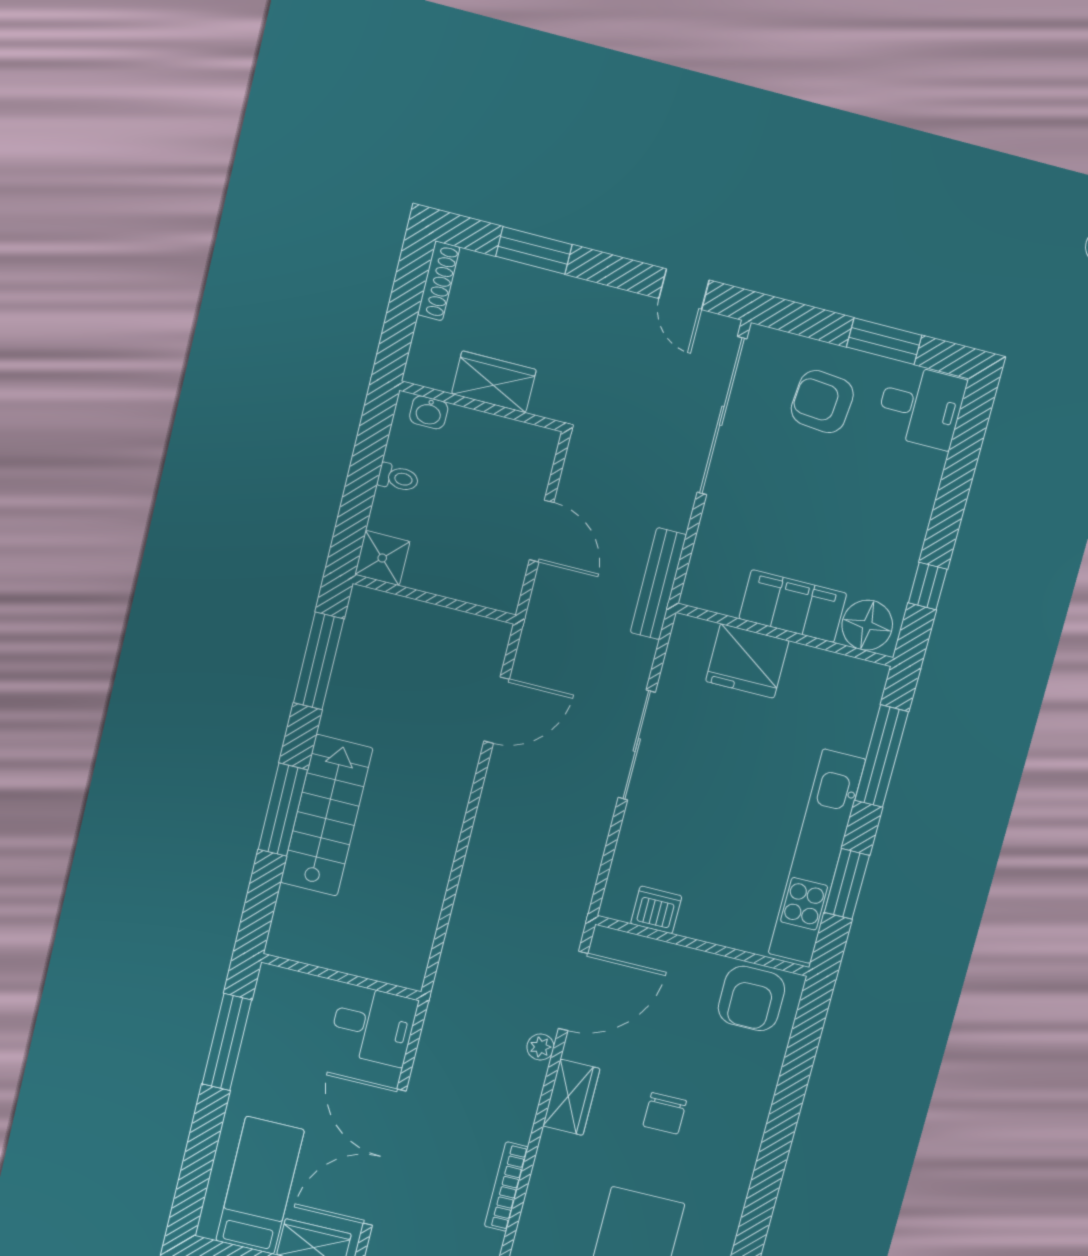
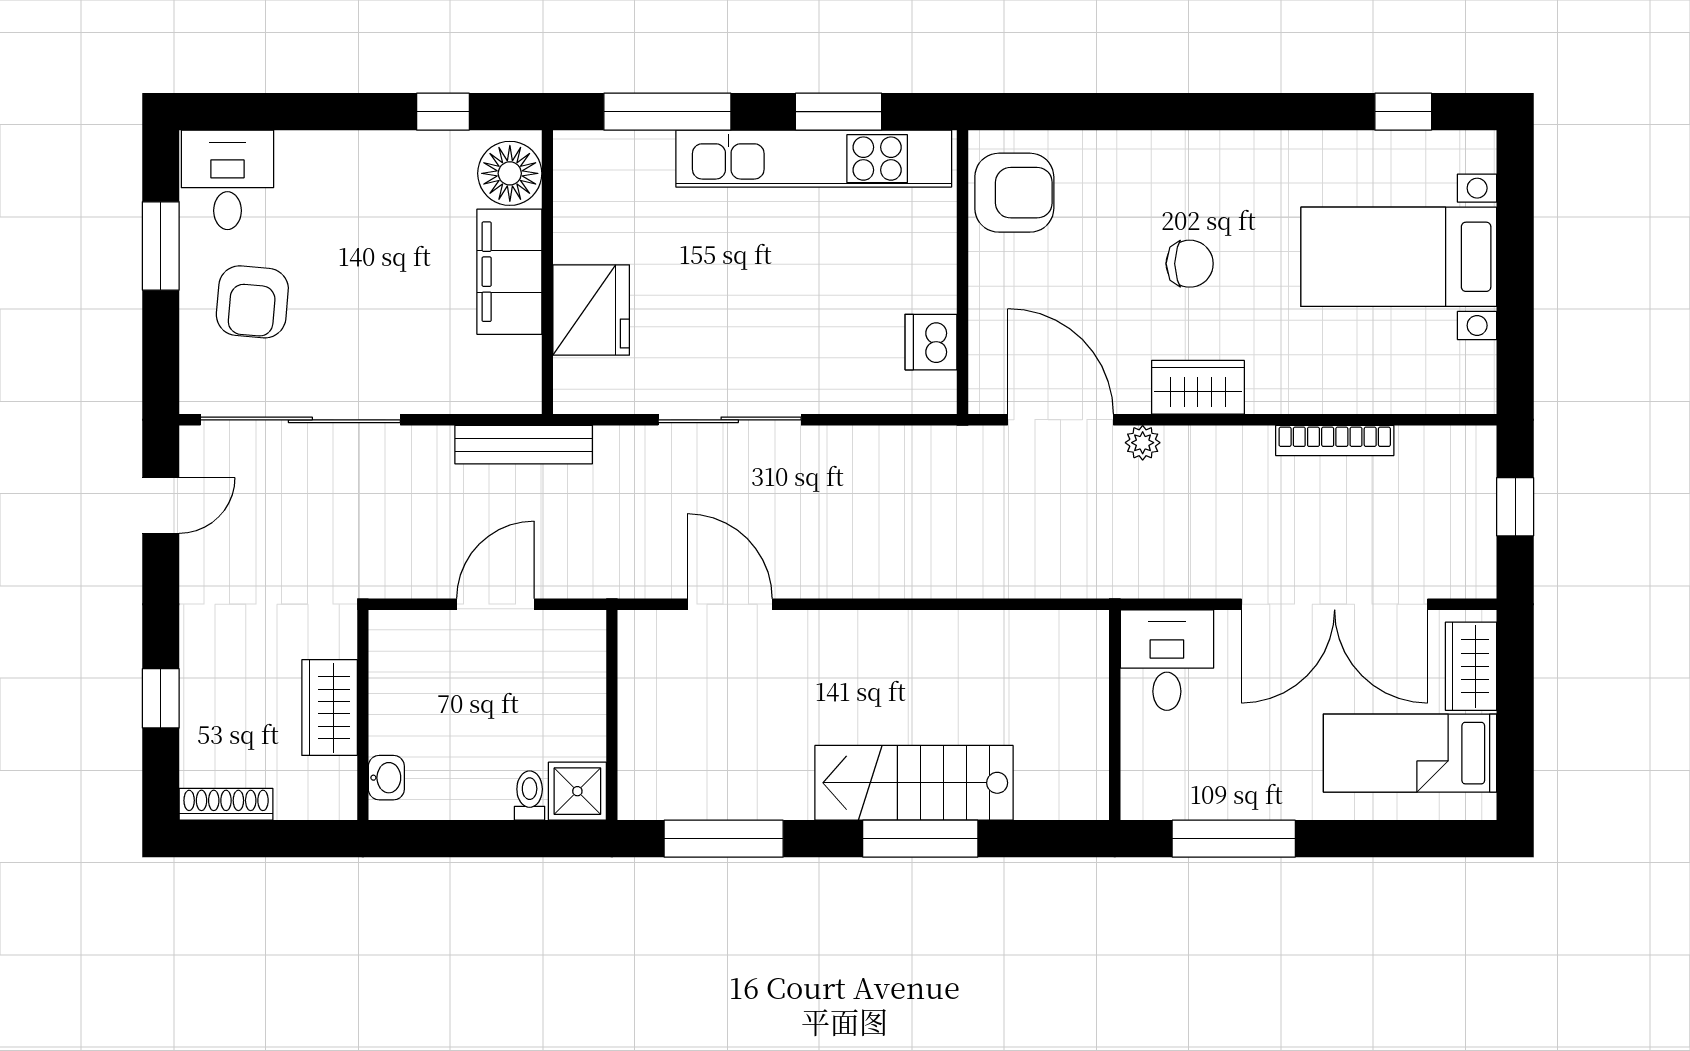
window: (534, 250) -> (161, 698), width x0.67
toilet: (398, 478) -> (530, 796), moved

